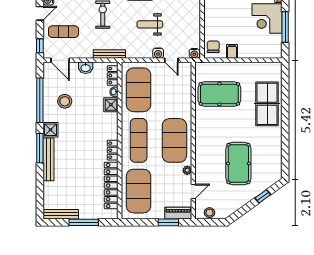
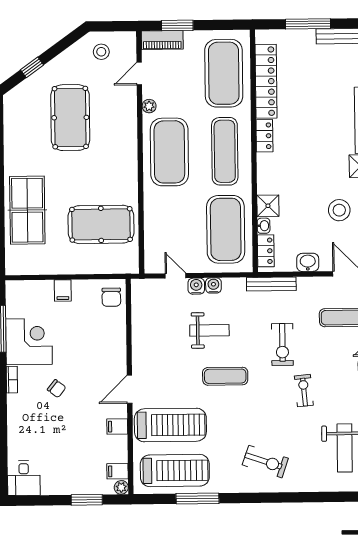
filing cabinet: (232, 51) -> (63, 290), moved
water cooler: (194, 53) -> (213, 285), moved
stool: (209, 213) -> (101, 52), moved

